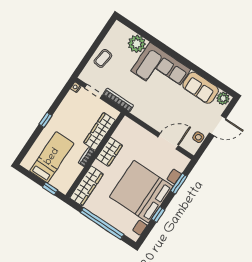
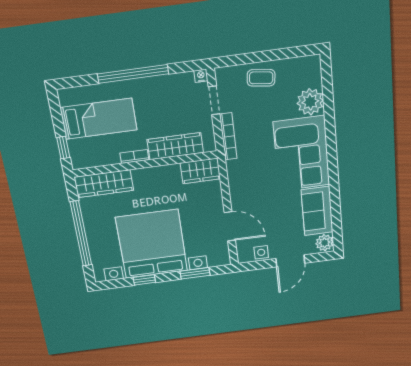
window: (45, 120) -> (133, 74), width x3.17
door: (218, 126) -> (290, 261), hinge flipped
wardrobe: (109, 152) -> (200, 171), moved

